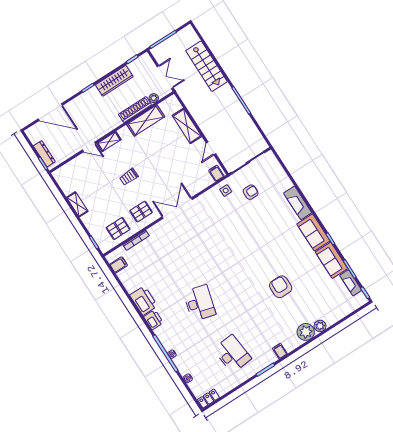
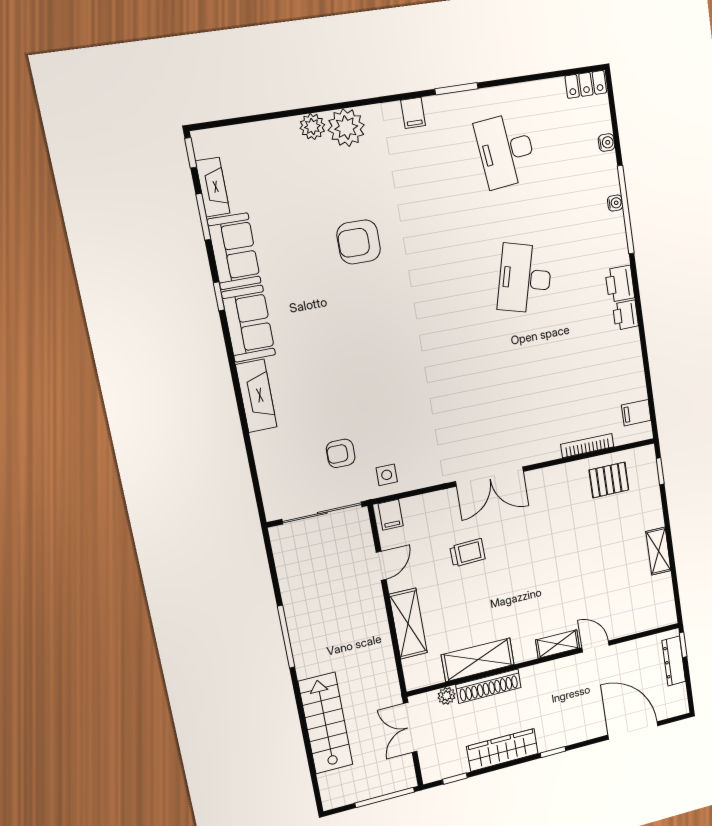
trolley: (129, 177) -> (467, 553), moved
pallet: (141, 212) -> (556, 495), removed
armchair: (281, 287) -> (359, 242), turned 90
printer: (144, 301) -> (626, 315), width x0.53, depth x0.68

